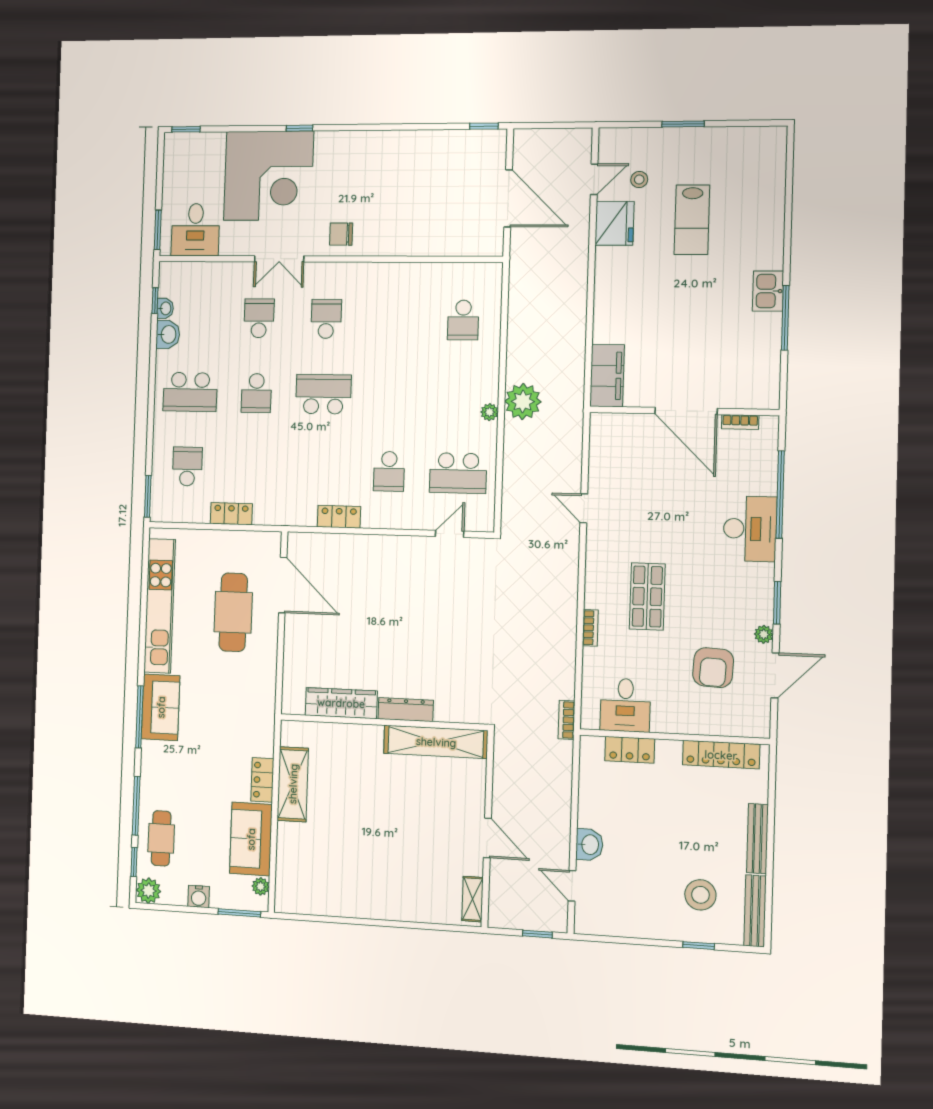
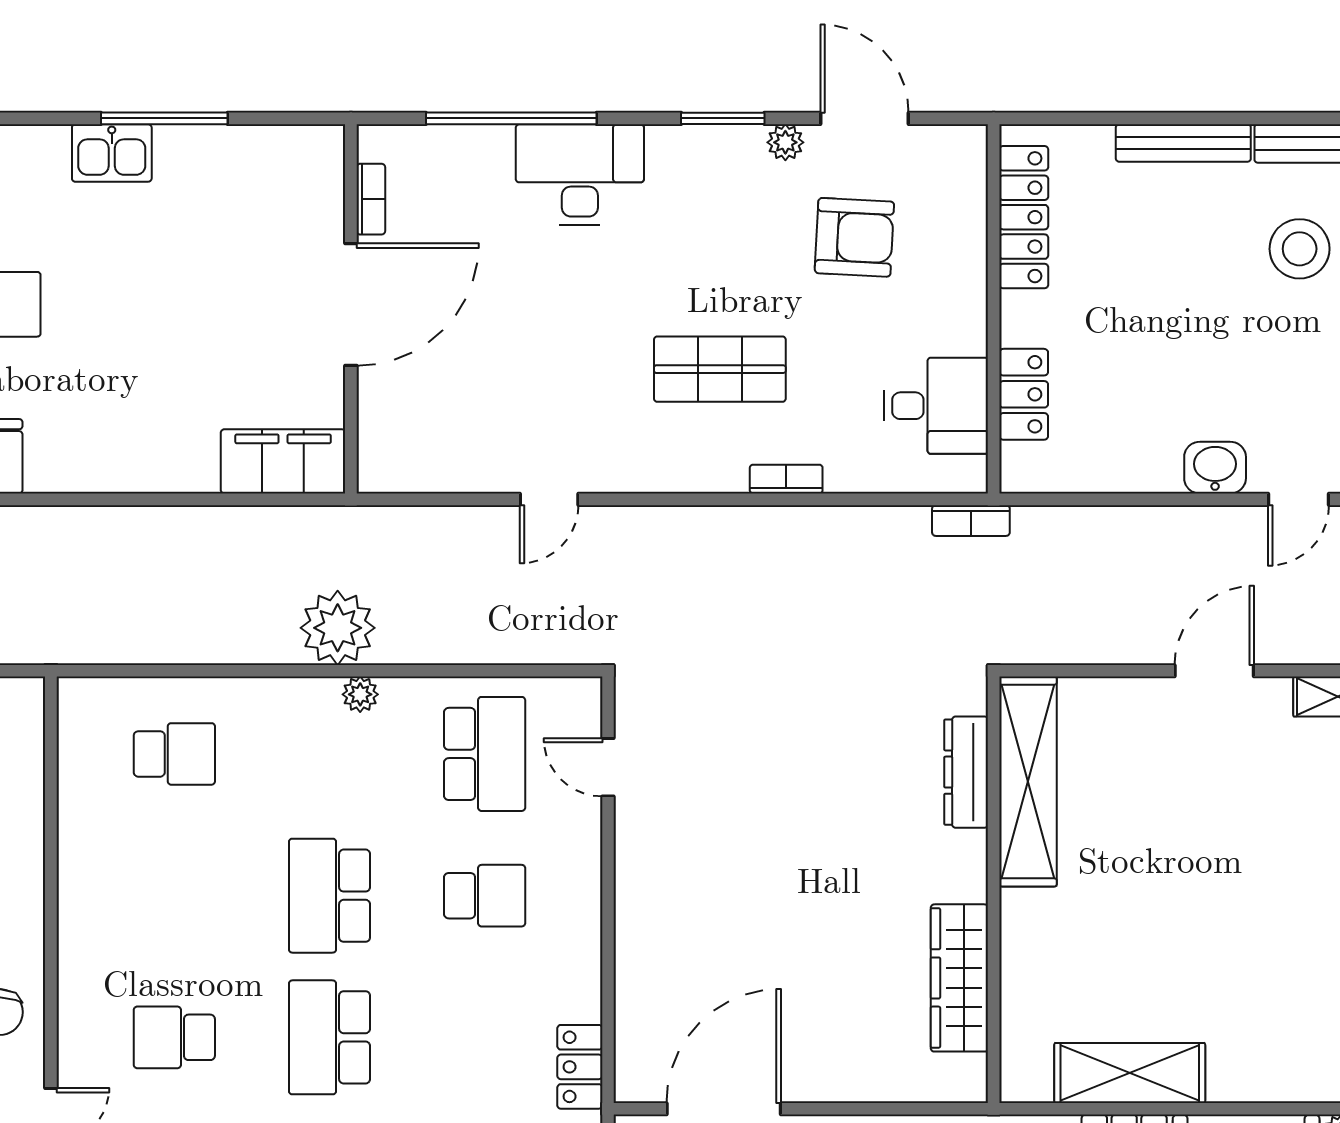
school desk: (392, 395) -> (329, 896), added
locker: (339, 517) -> (580, 1067), moved
dresser: (406, 710) -> (966, 772), moved

